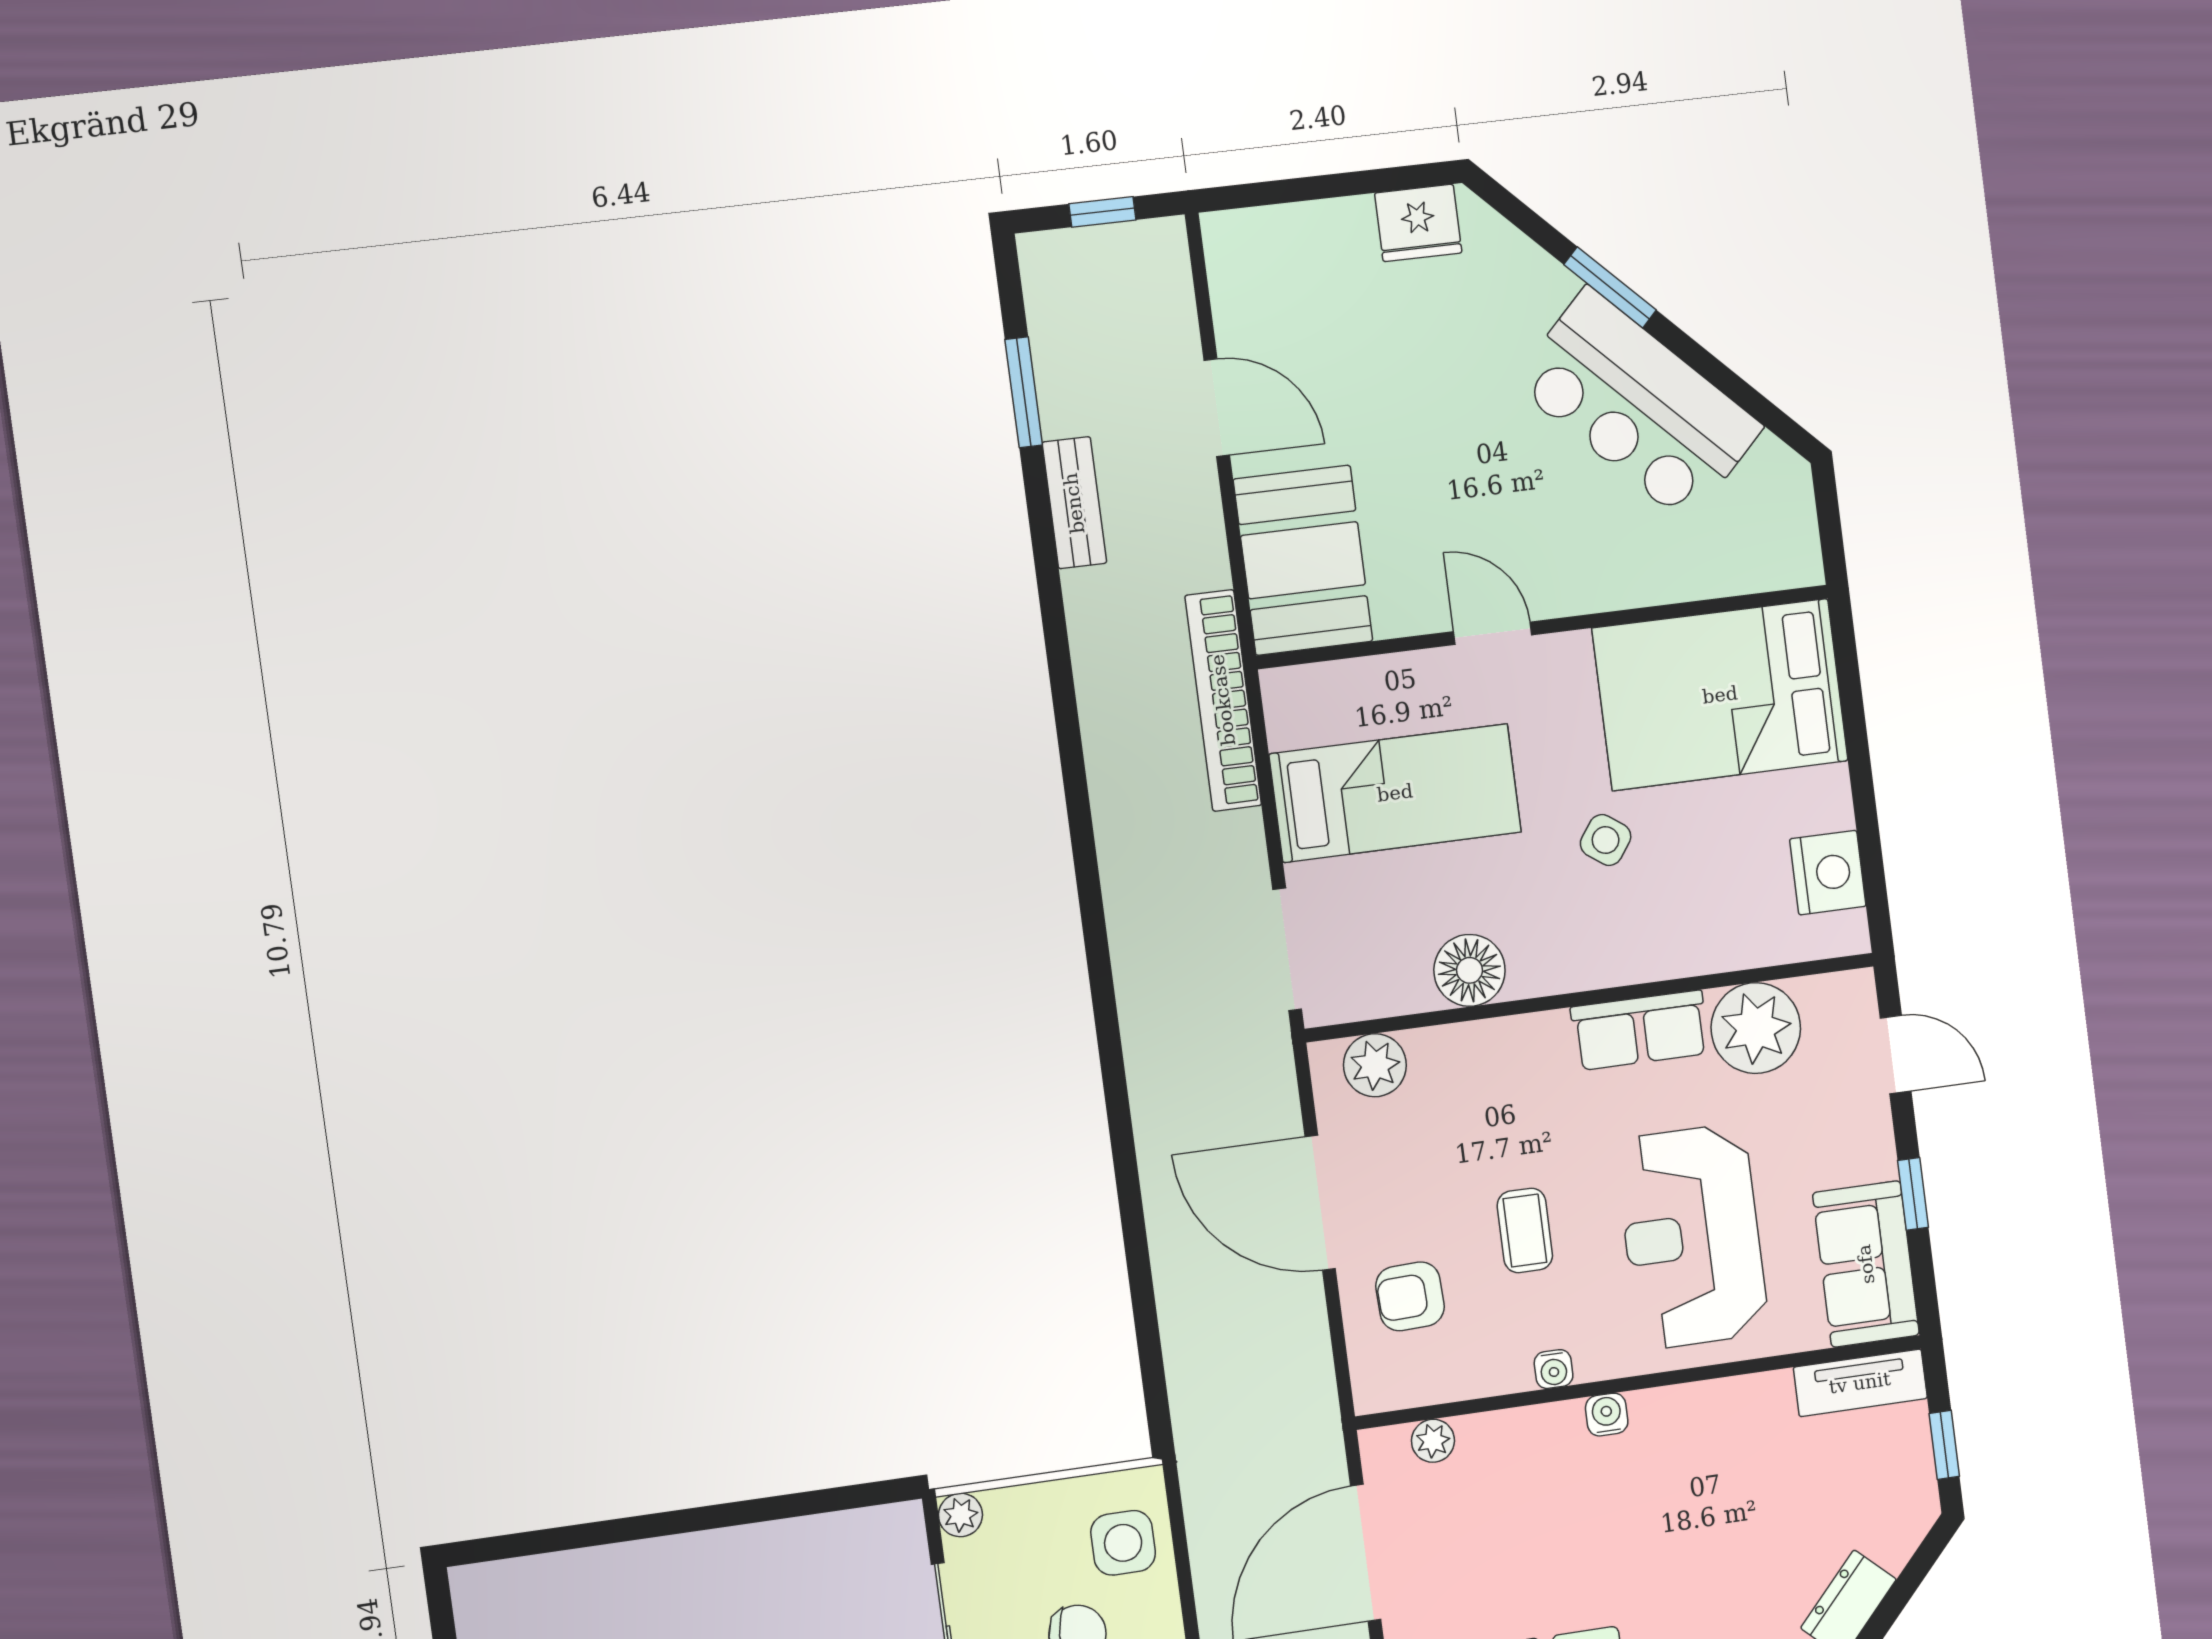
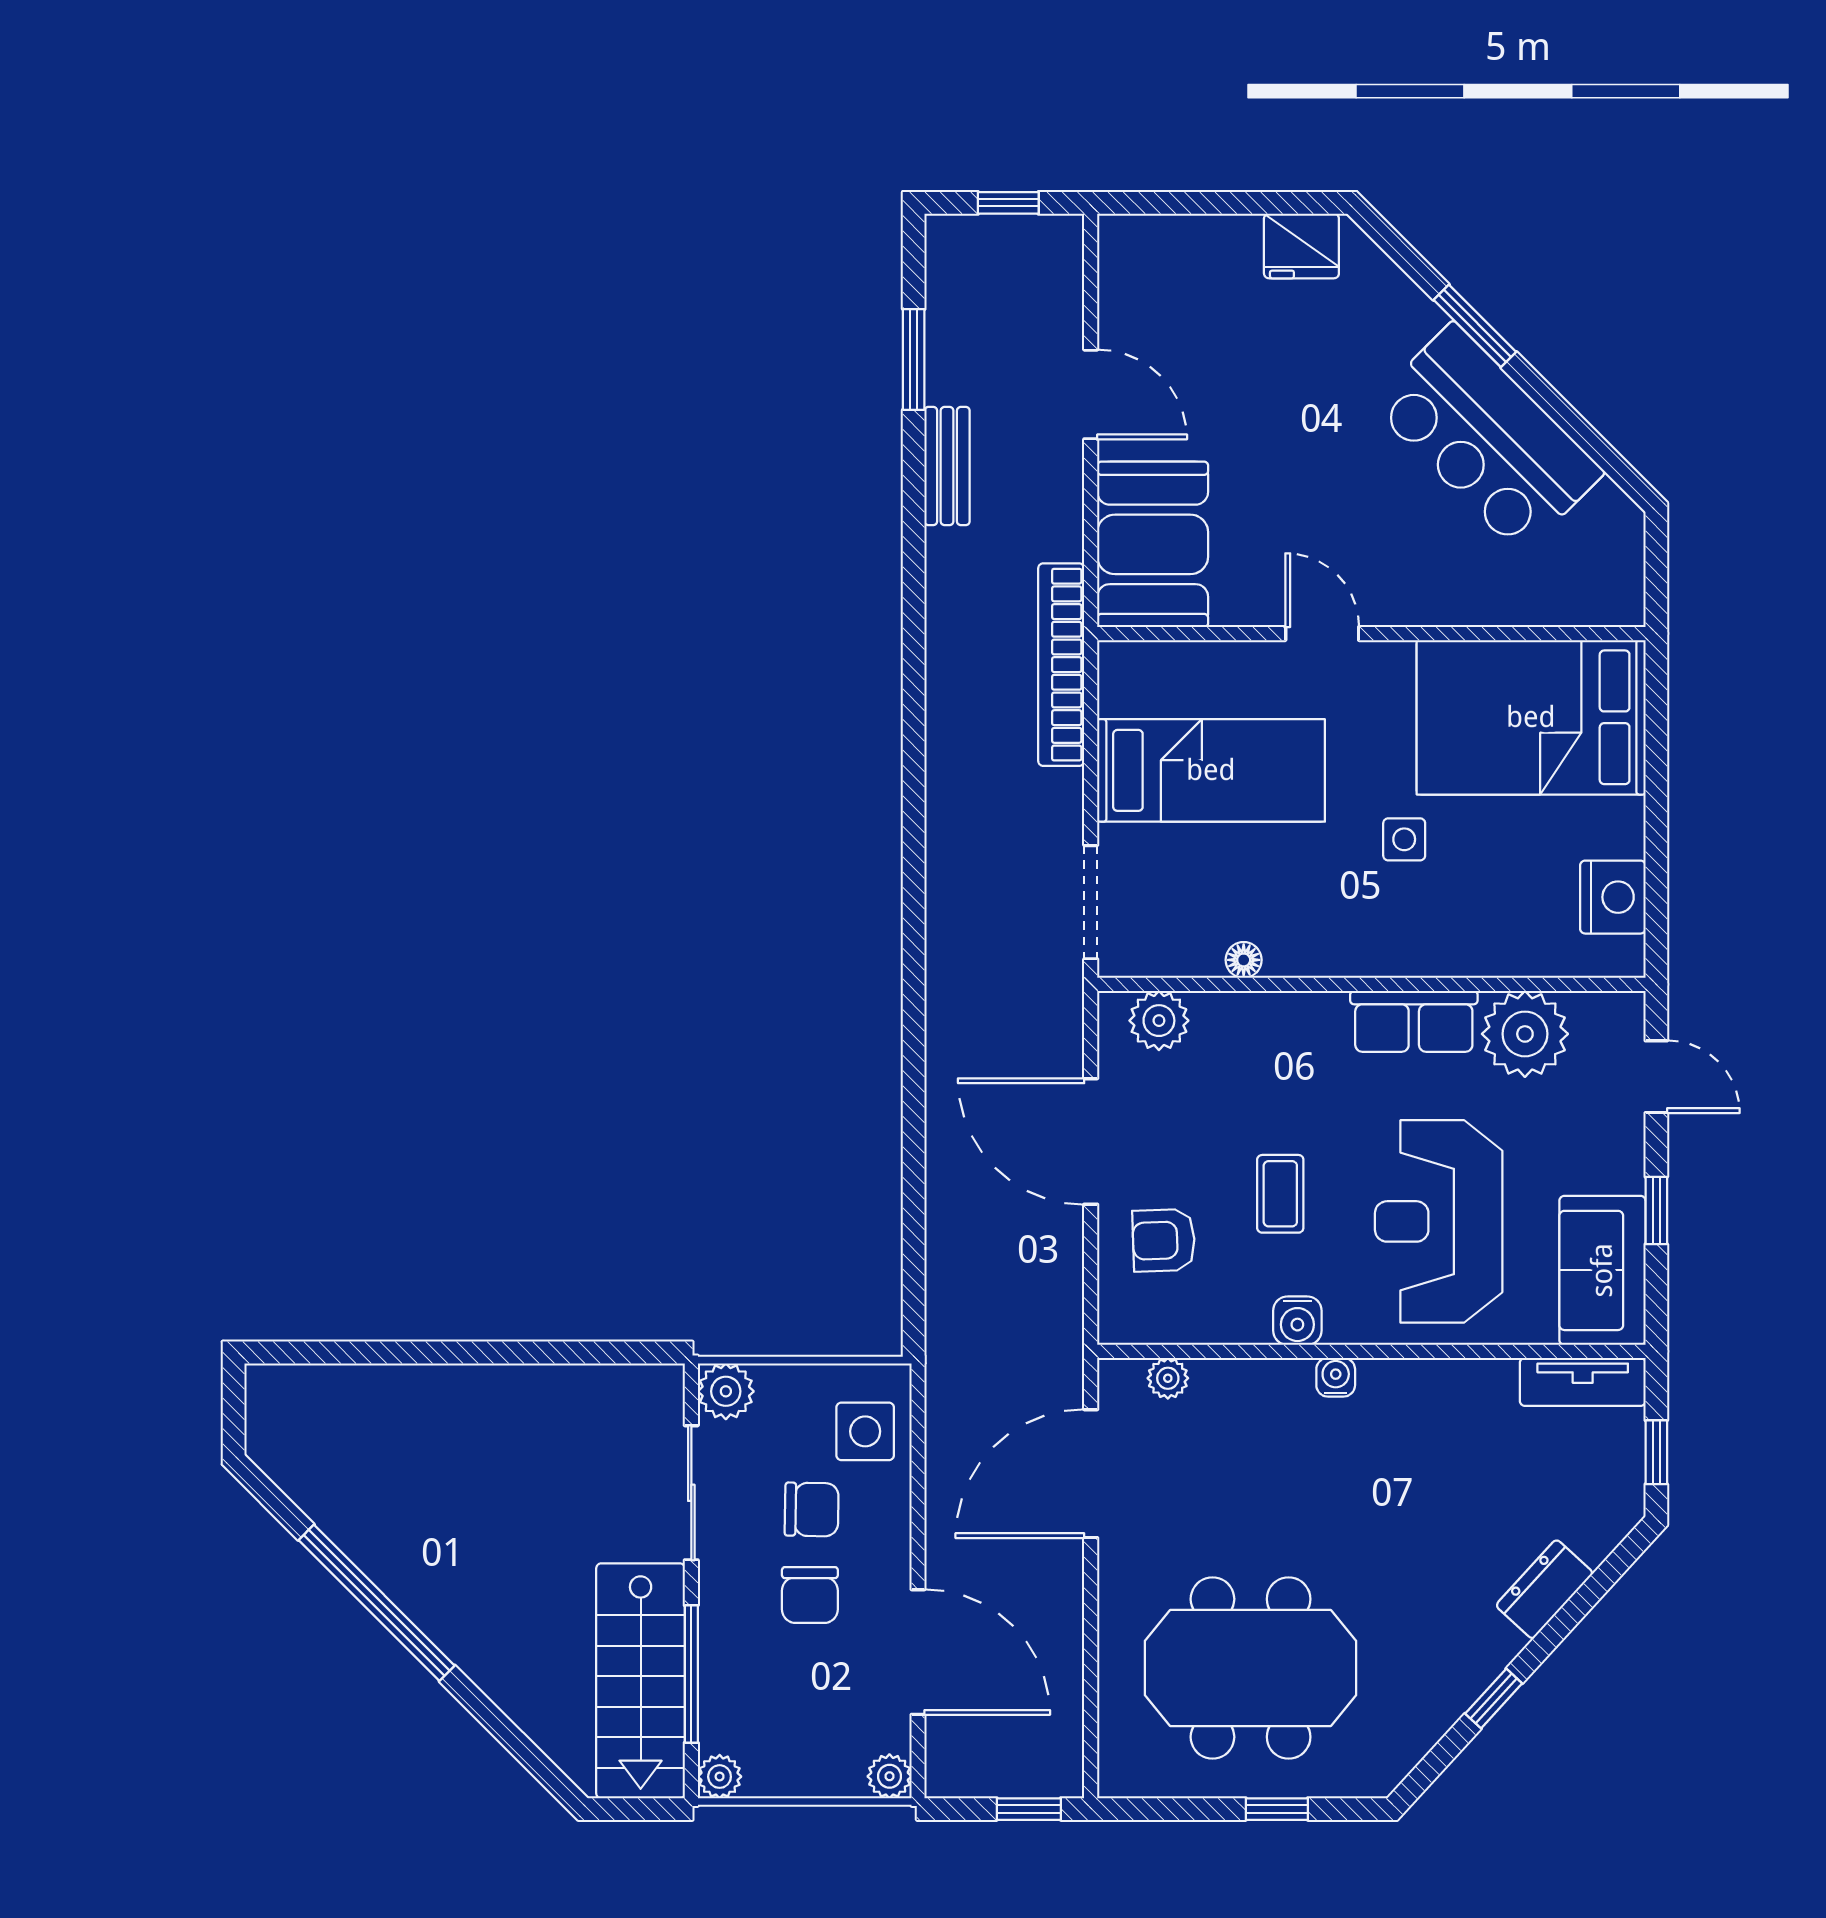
side table: (1606, 840) -> (1404, 839), turned -36
floor lamp: (1470, 970) -> (1244, 960), width x0.53, depth x0.53
water cooler: (1554, 1369) -> (1297, 1321), width x1.38, depth x1.38
plant: (960, 1515) -> (726, 1391), width x1.38, depth x1.38

